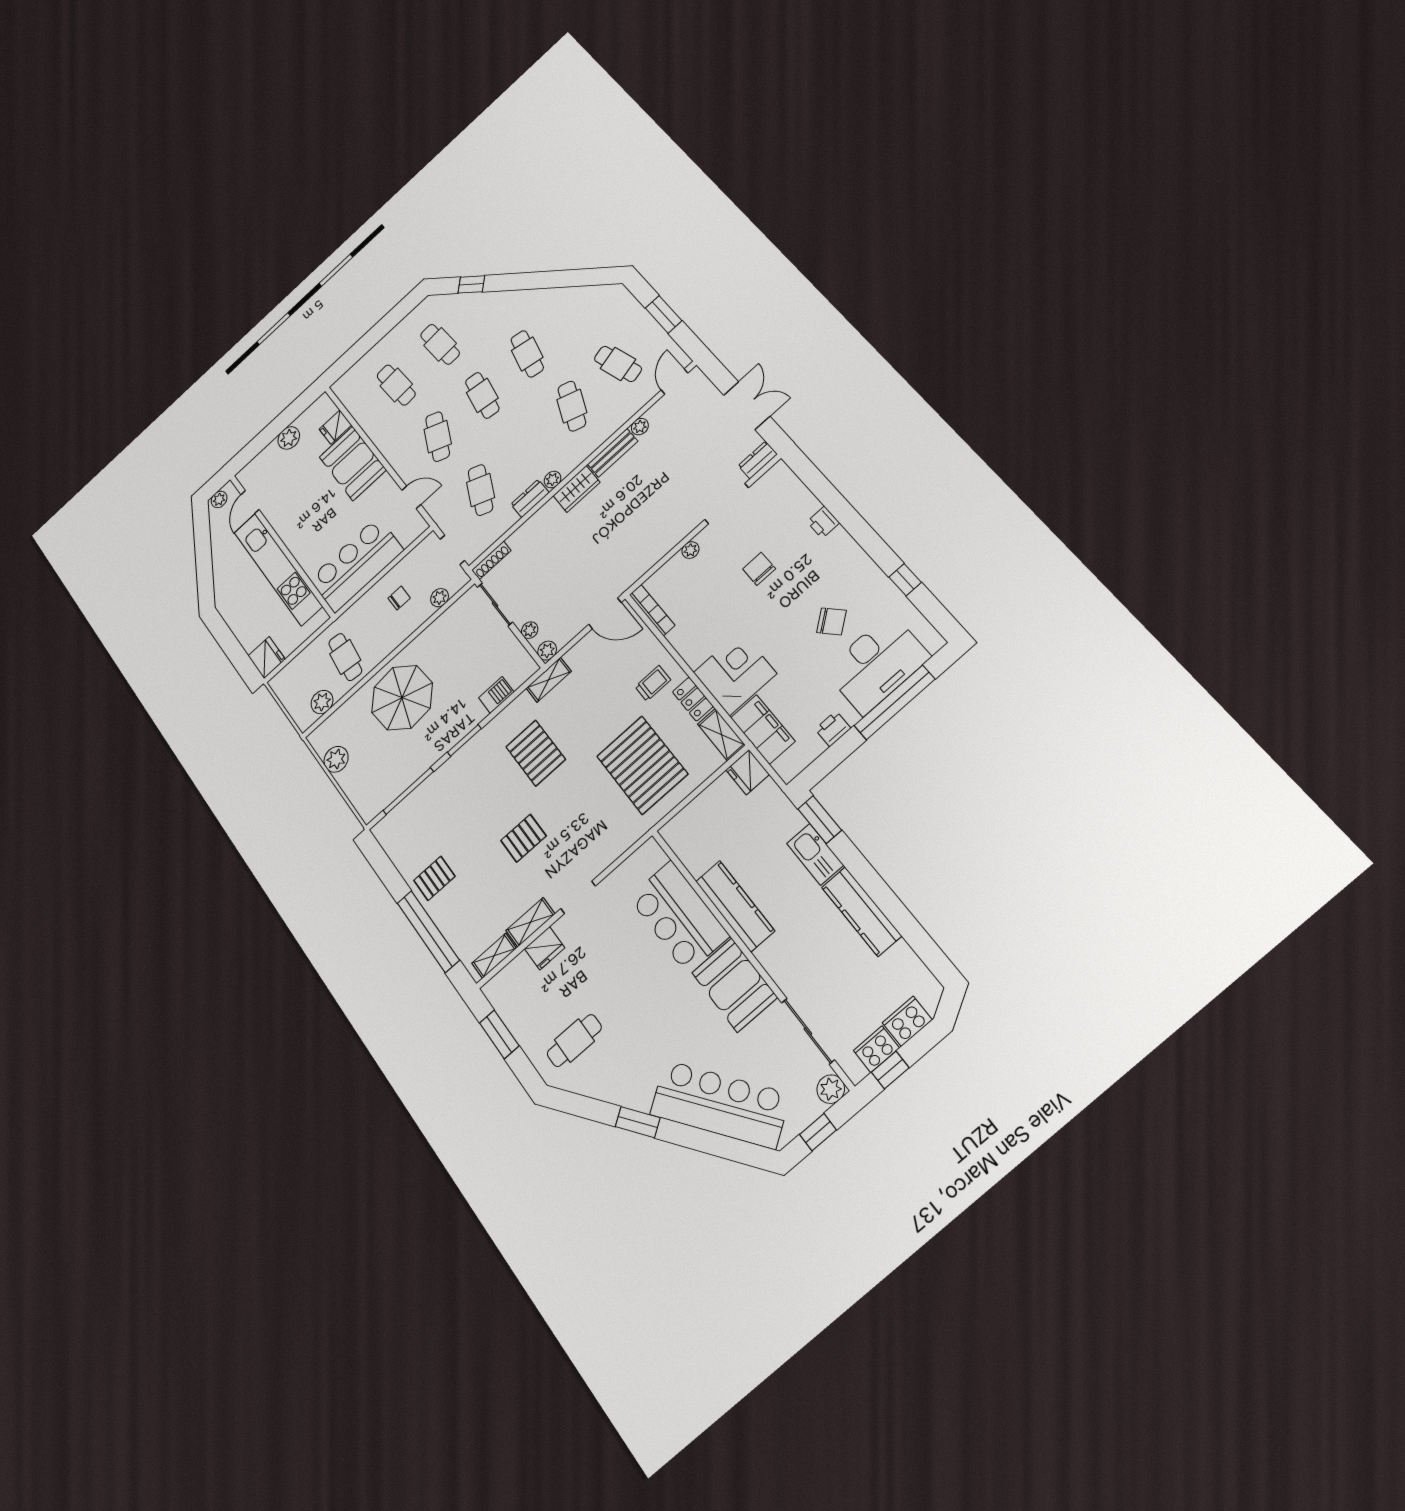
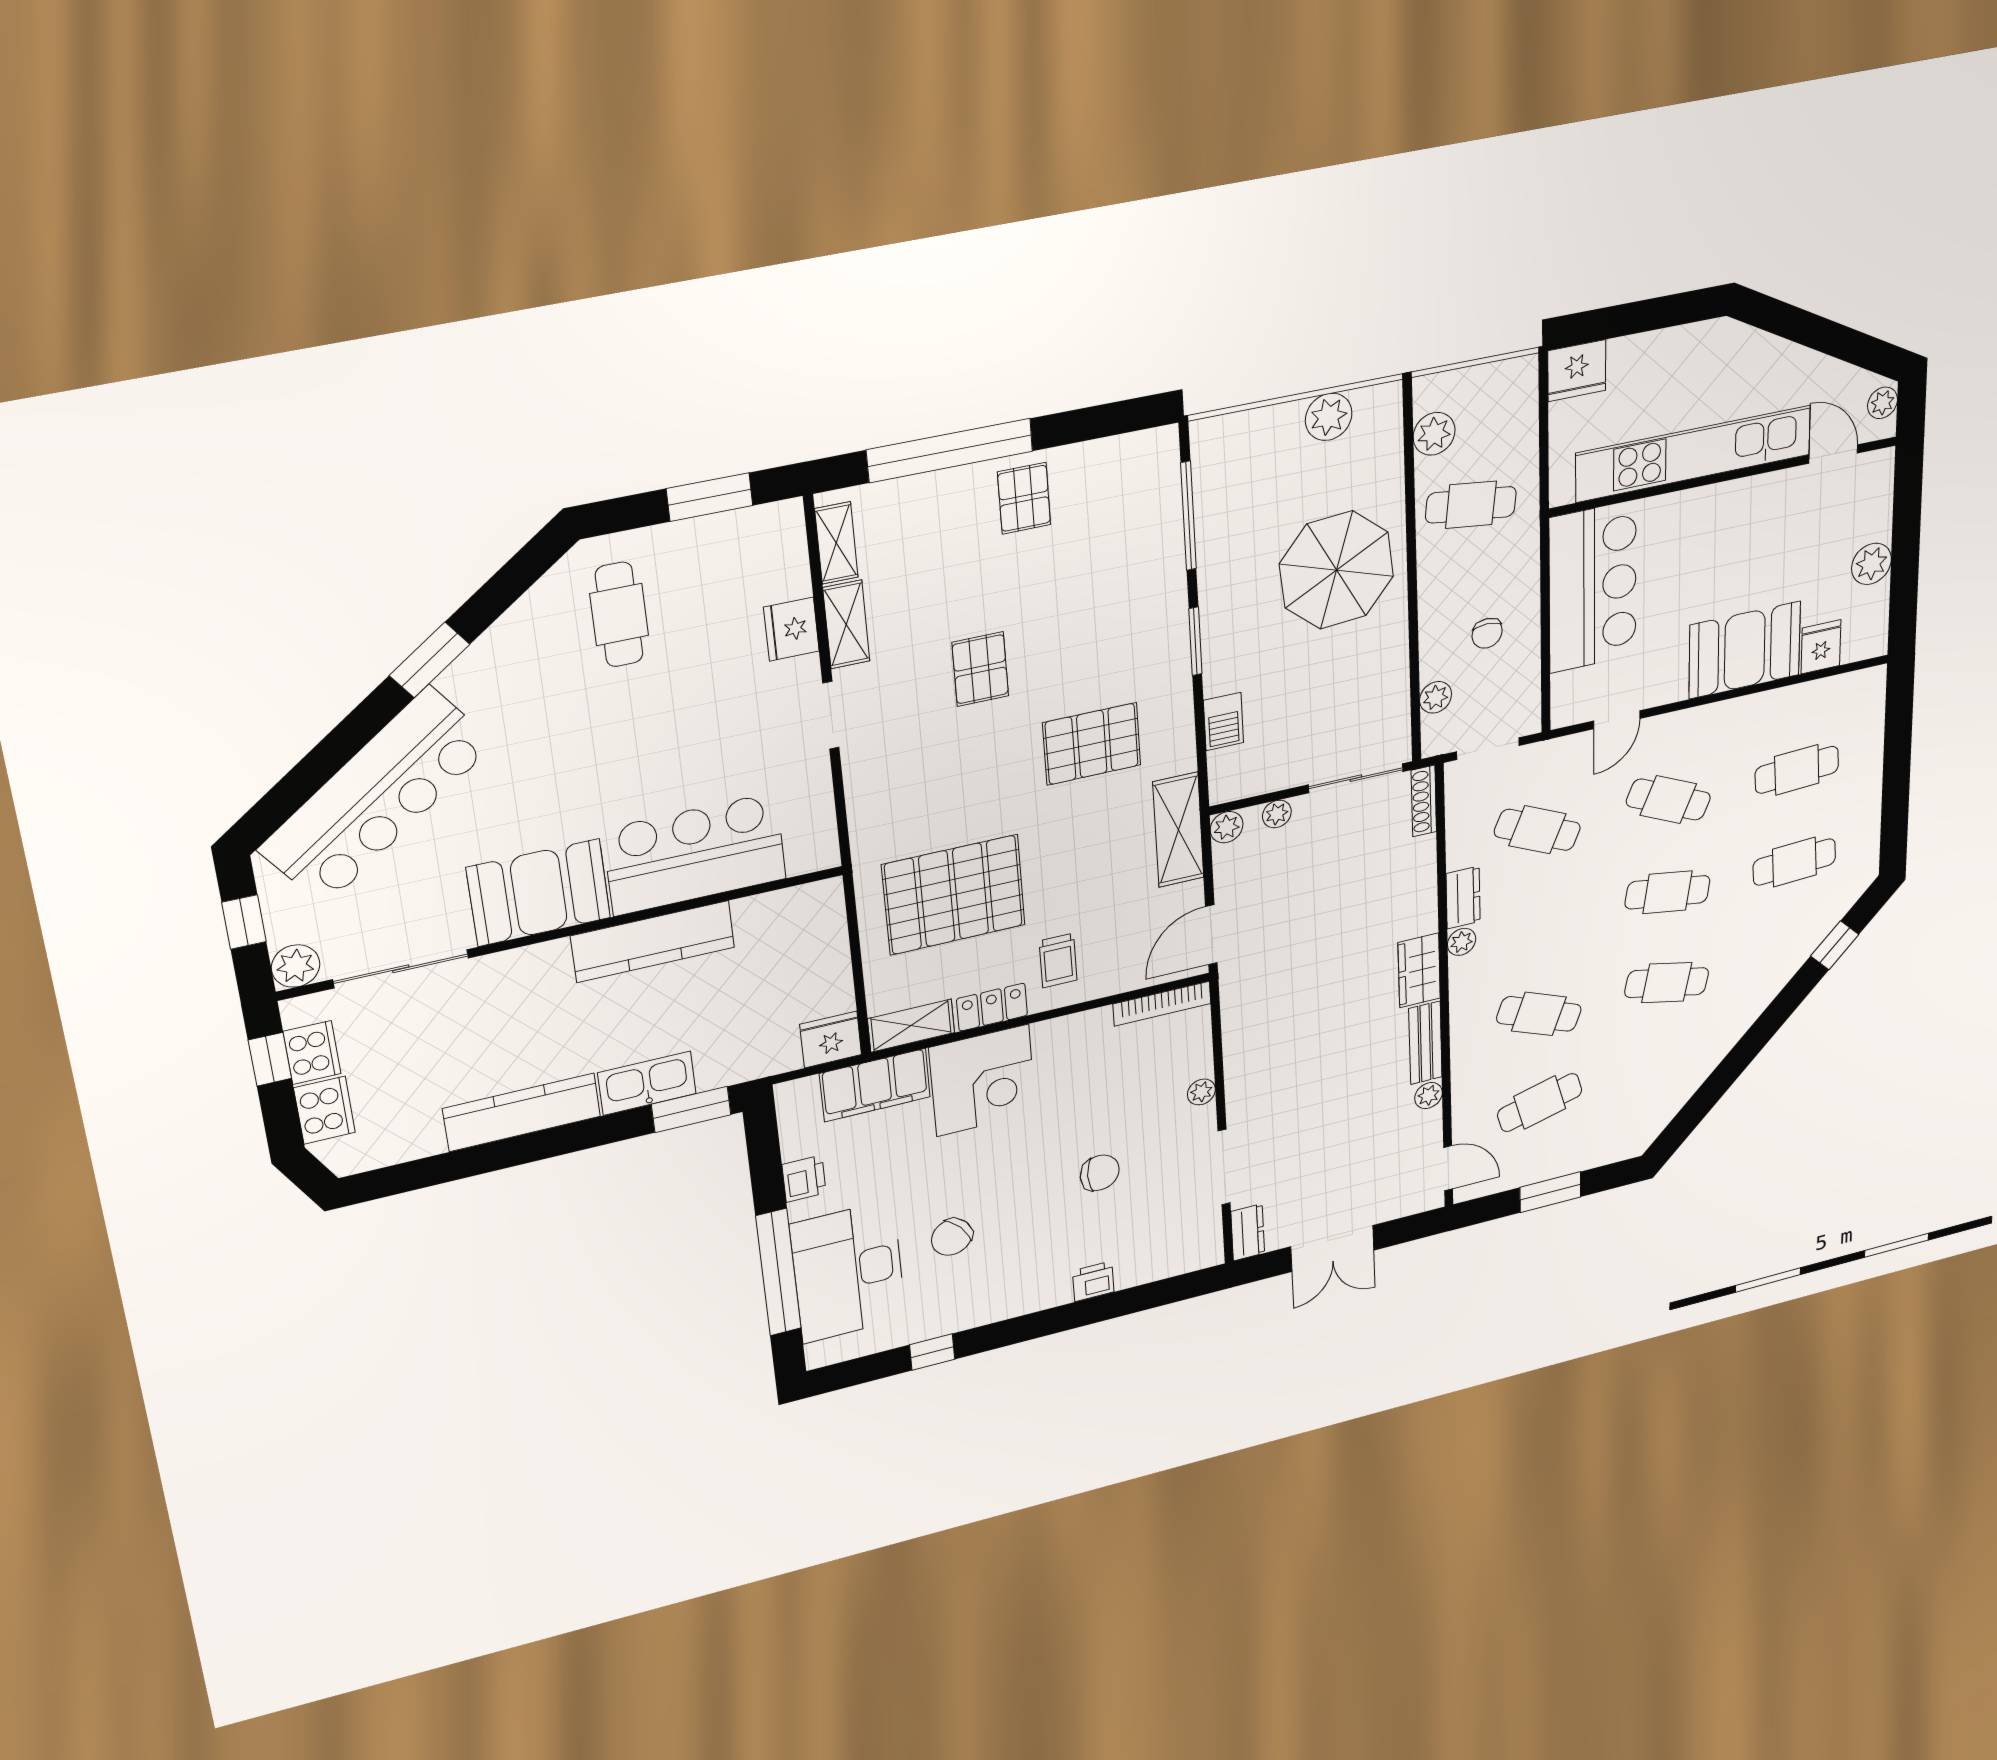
shelving: (549, 680) -> (1178, 830), width x1.50, depth x1.33

